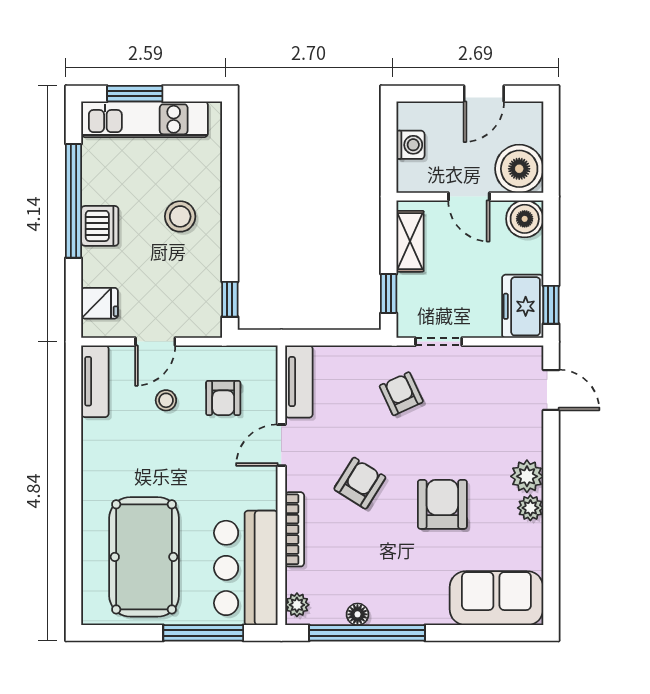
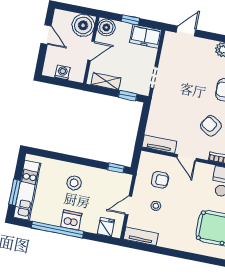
window: (551, 305) -> (130, 20), moved
door: (155, 342) -> (128, 205), swing flipped
armchair: (401, 394) -> (174, 99), removed

